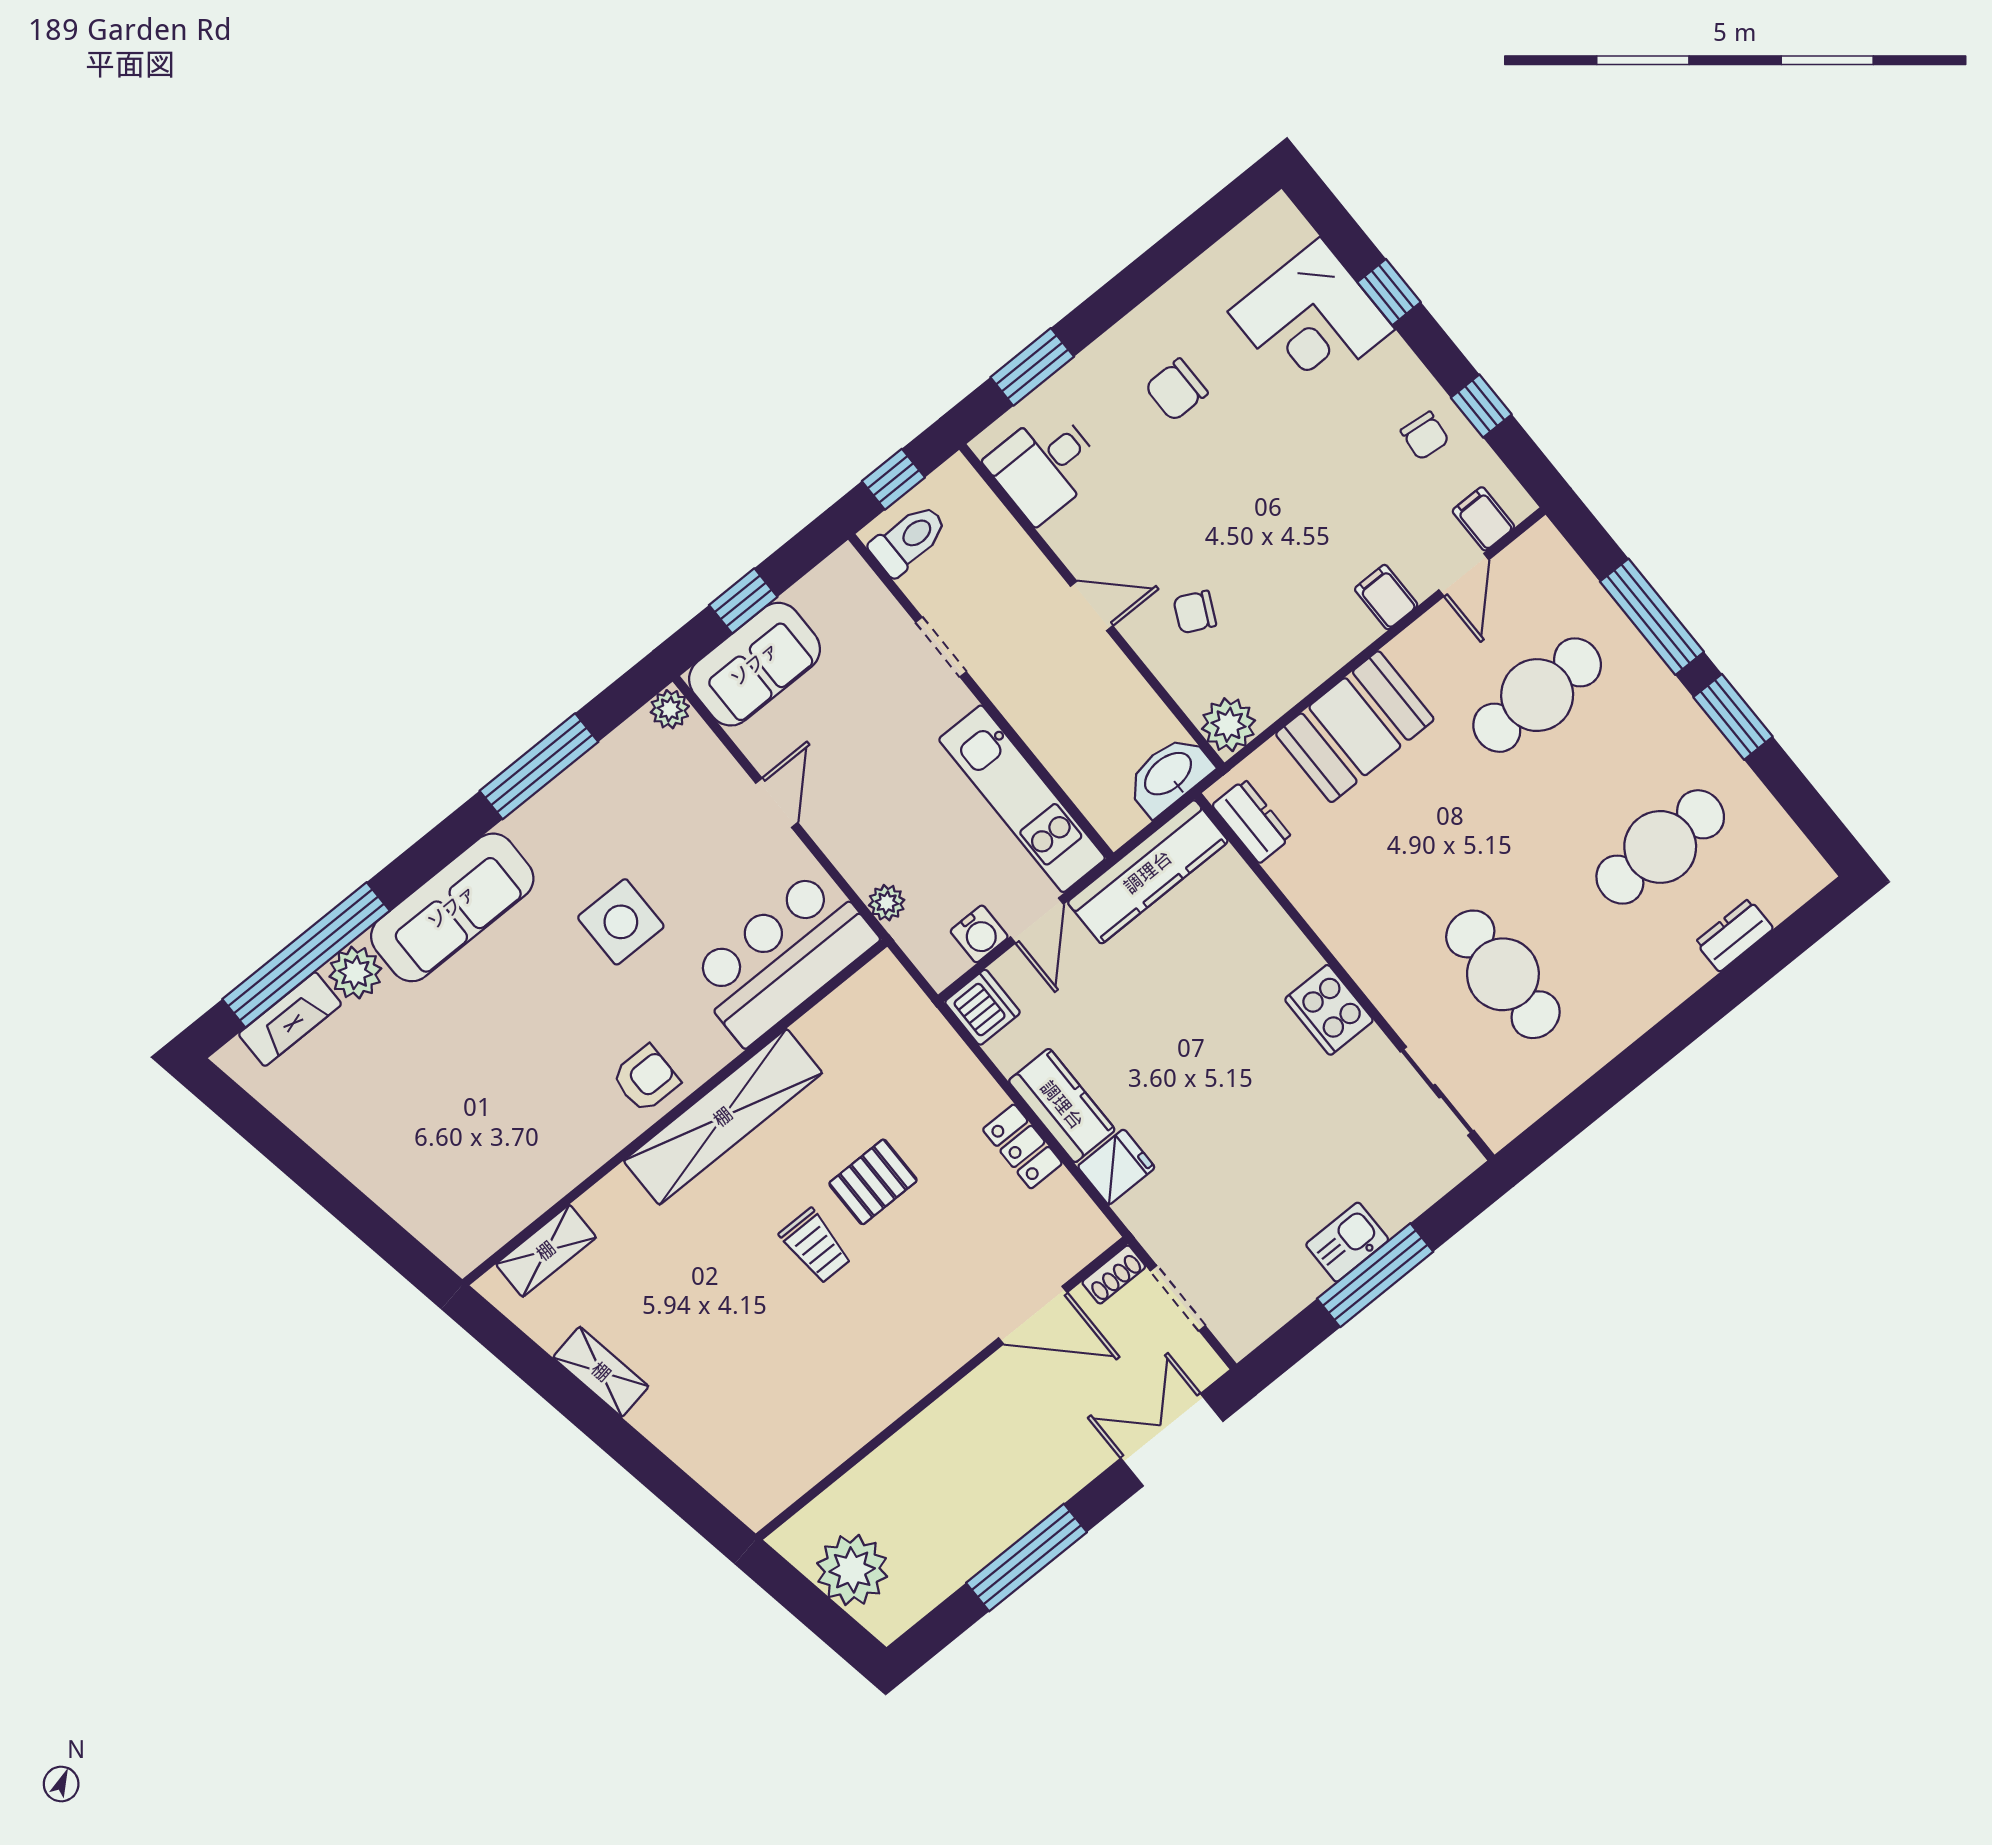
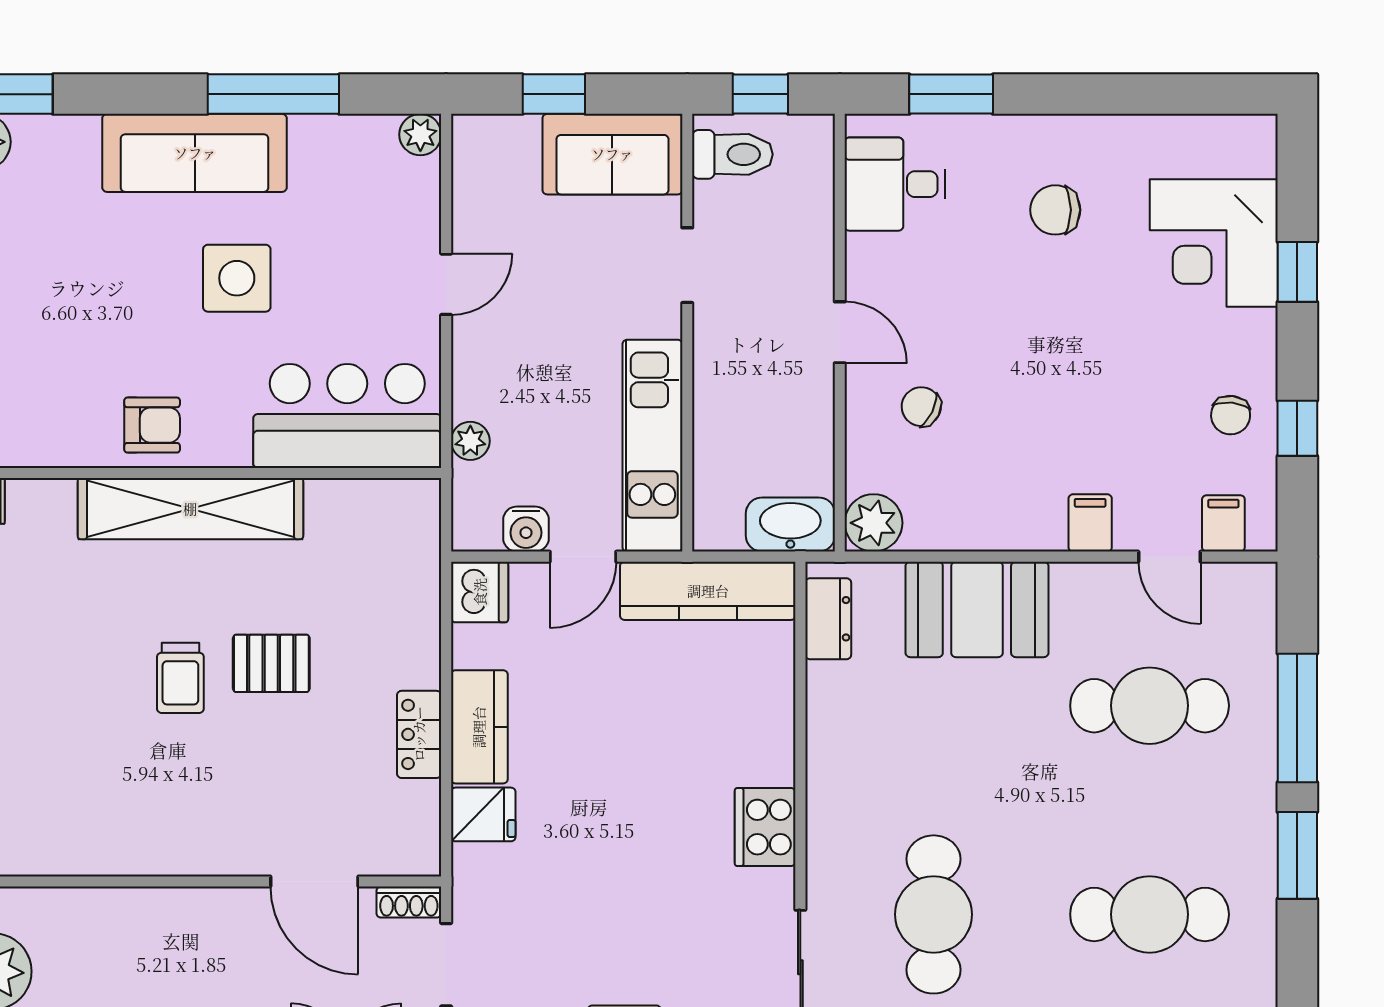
door: (1464, 575) -> (1169, 557), hinge flipped
sofa: (755, 664) -> (612, 154), moved
sofa: (452, 907) -> (195, 153), moved

